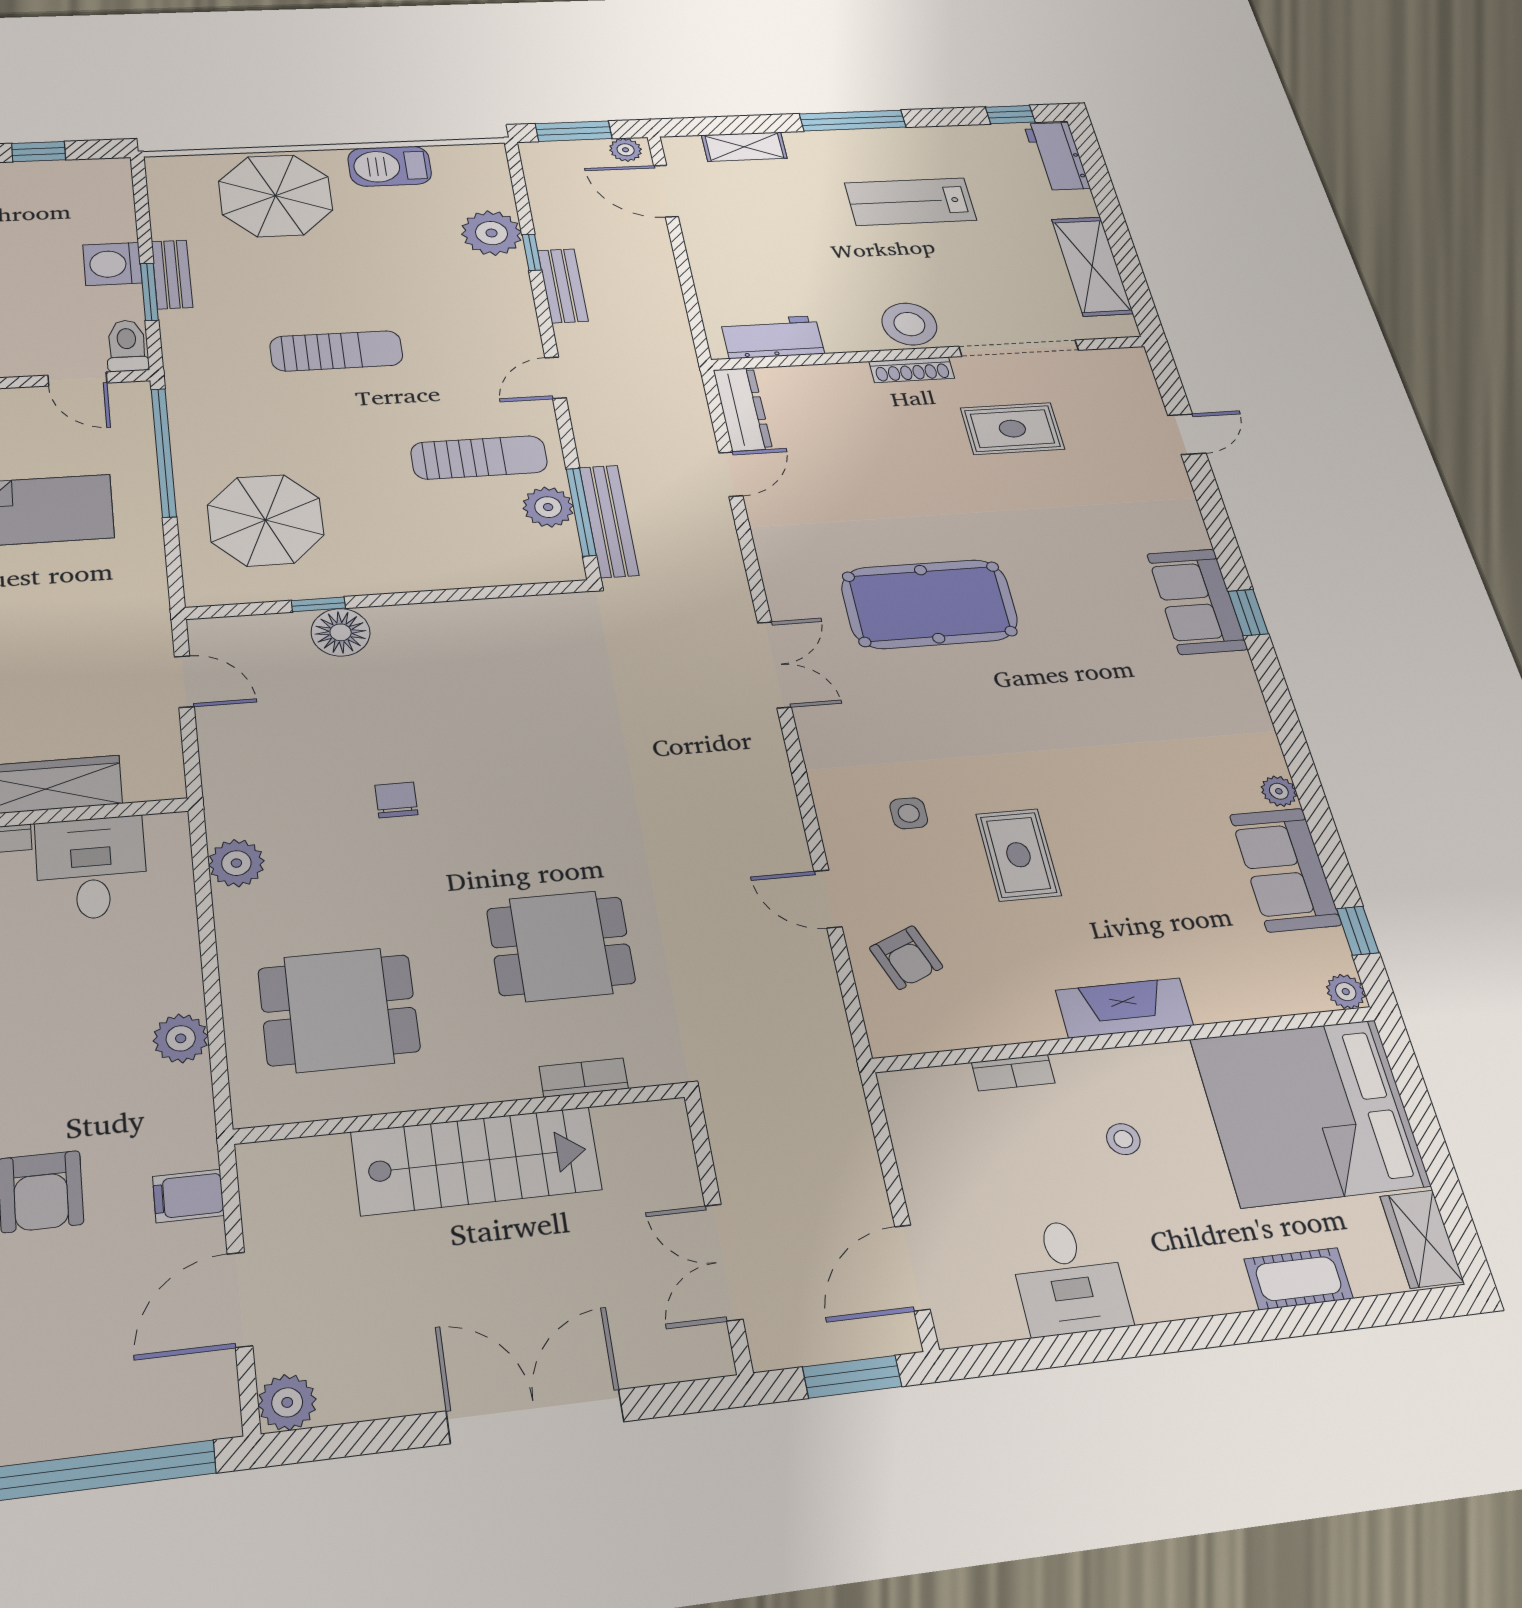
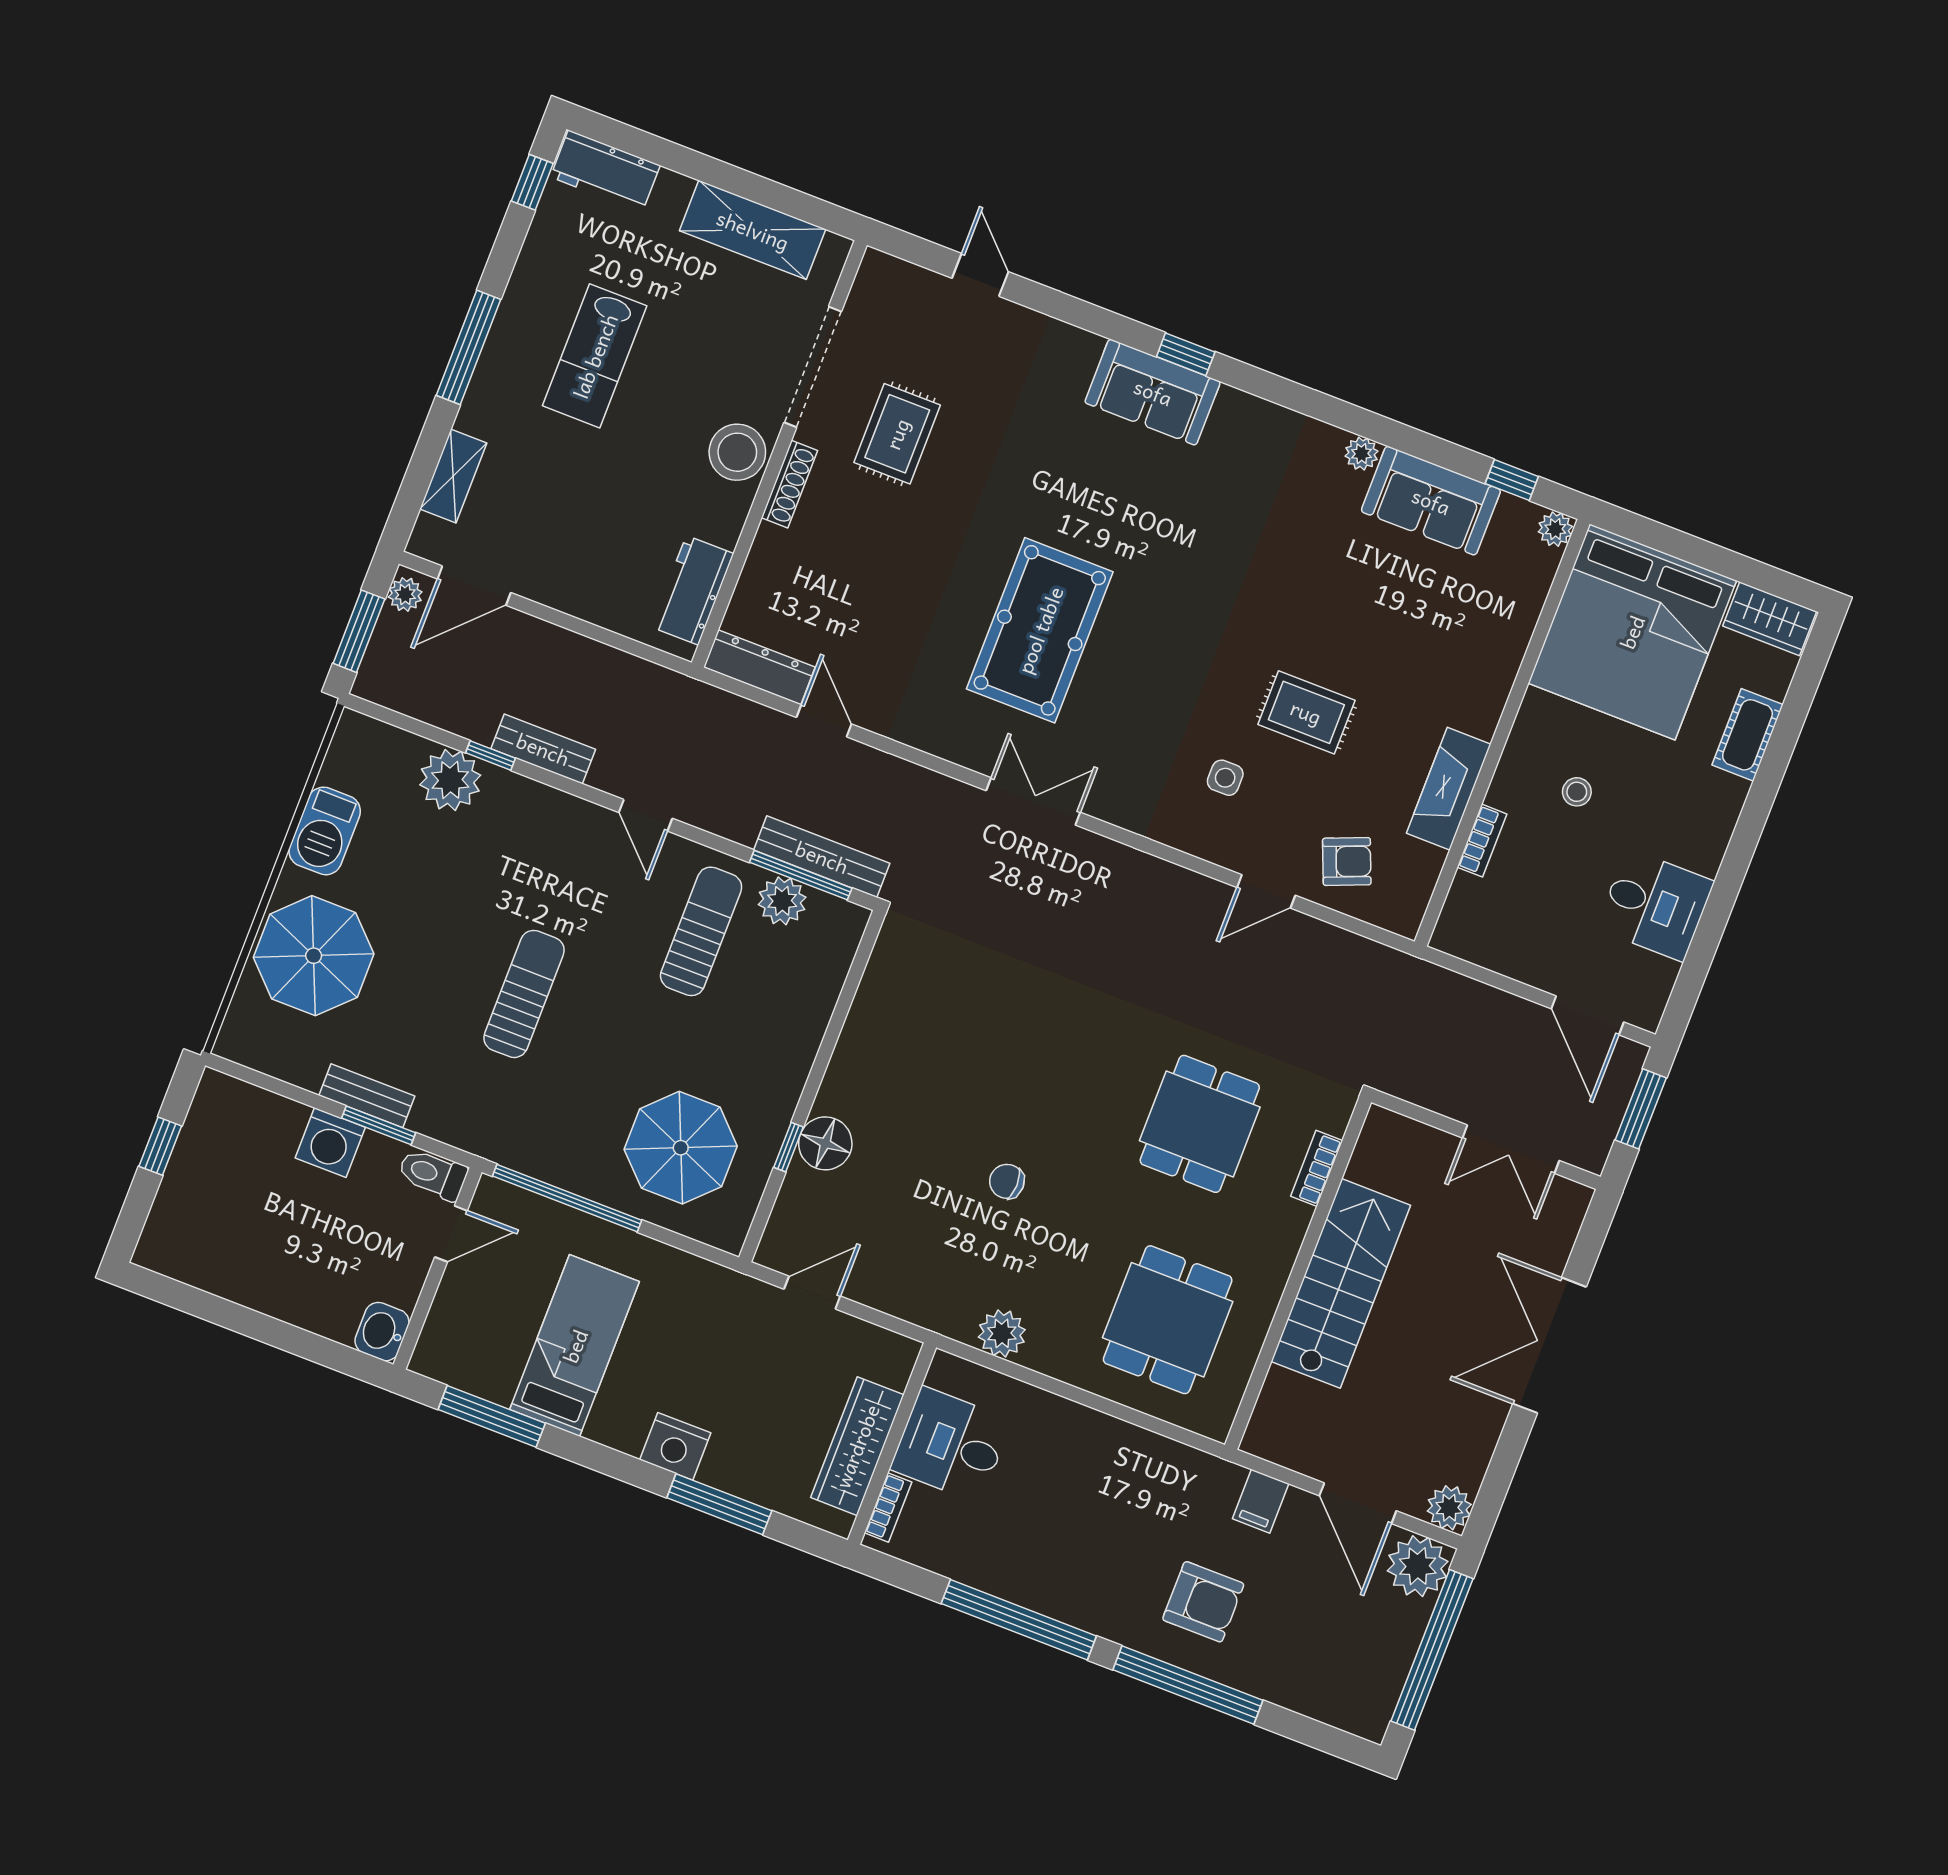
fireplace: (1125, 1008) -> (1449, 789), moved
plant: (181, 1038) -> (1418, 1566), moved, width x1.36, depth x1.36

